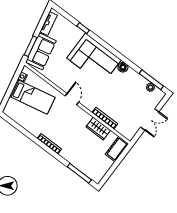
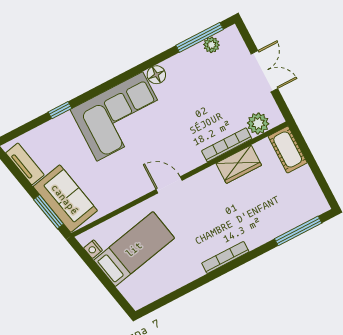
plant: (123, 128) -> (258, 123), added

